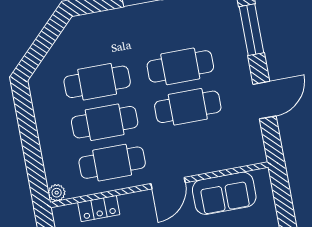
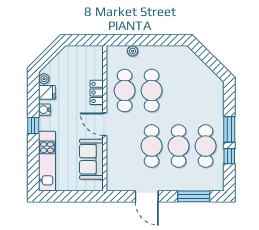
cafe table: (97, 82) -> (206, 146), moved
plant: (57, 193) -> (133, 51), moved
locker: (99, 209) -> (97, 92), moved

